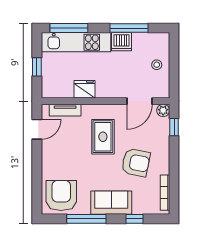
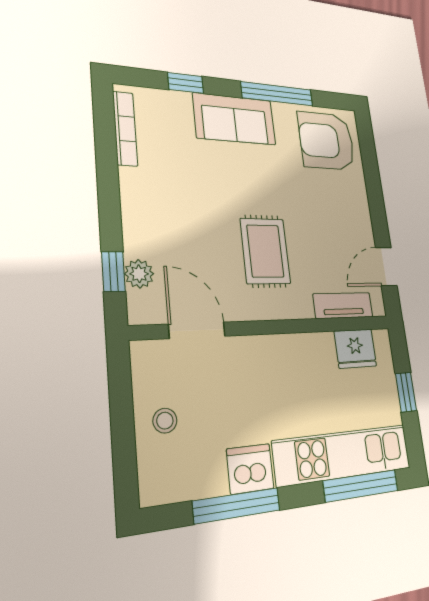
fridge: (85, 89) -> (355, 349), moved
door: (140, 101) -> (197, 330), hinge flipped
plant: (163, 110) -> (139, 274), moved
armchair: (136, 163) -> (193, 195), removed
armchair: (61, 195) -> (327, 141), turned 90

